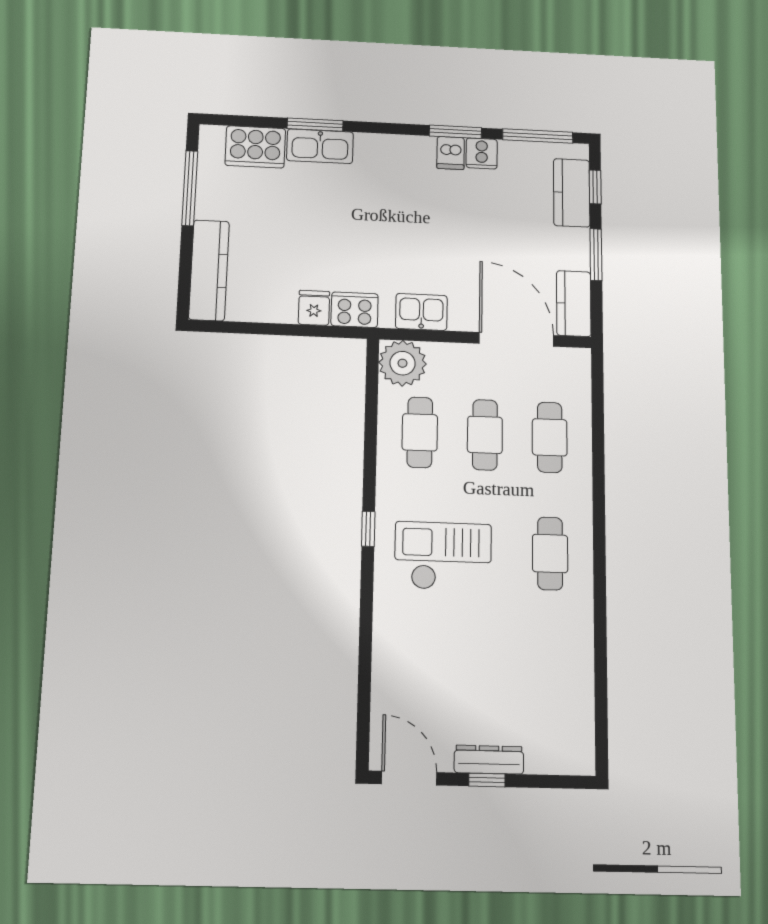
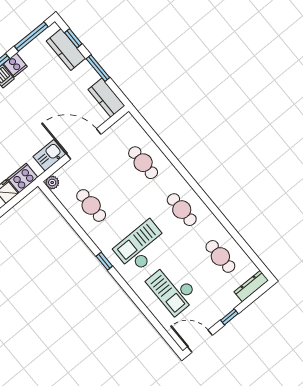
door: (516, 339) -> (84, 144), moved
plant: (403, 363) -> (52, 183), width x0.53, depth x0.53
cafe table: (485, 435) -> (220, 256), moved
checkout: (435, 660) -> (172, 289), added
dresser: (489, 760) -> (251, 286), moved

